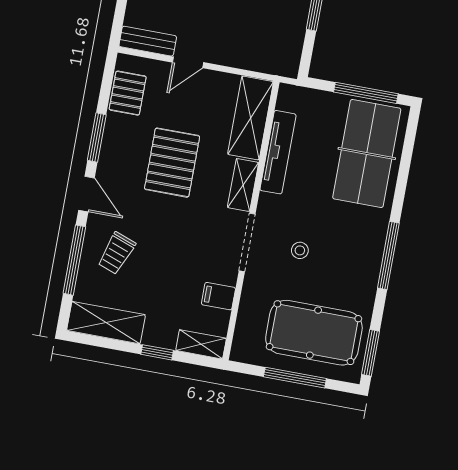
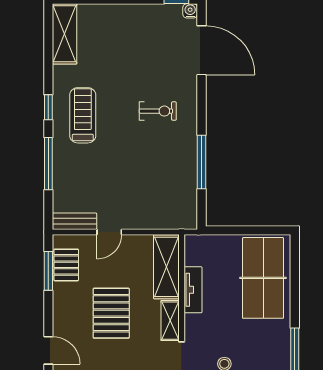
window: (366, 93) -> (254, 230), removed
window: (97, 138) -> (48, 271), moved
tv unit: (278, 152) -> (193, 290), width x0.71

